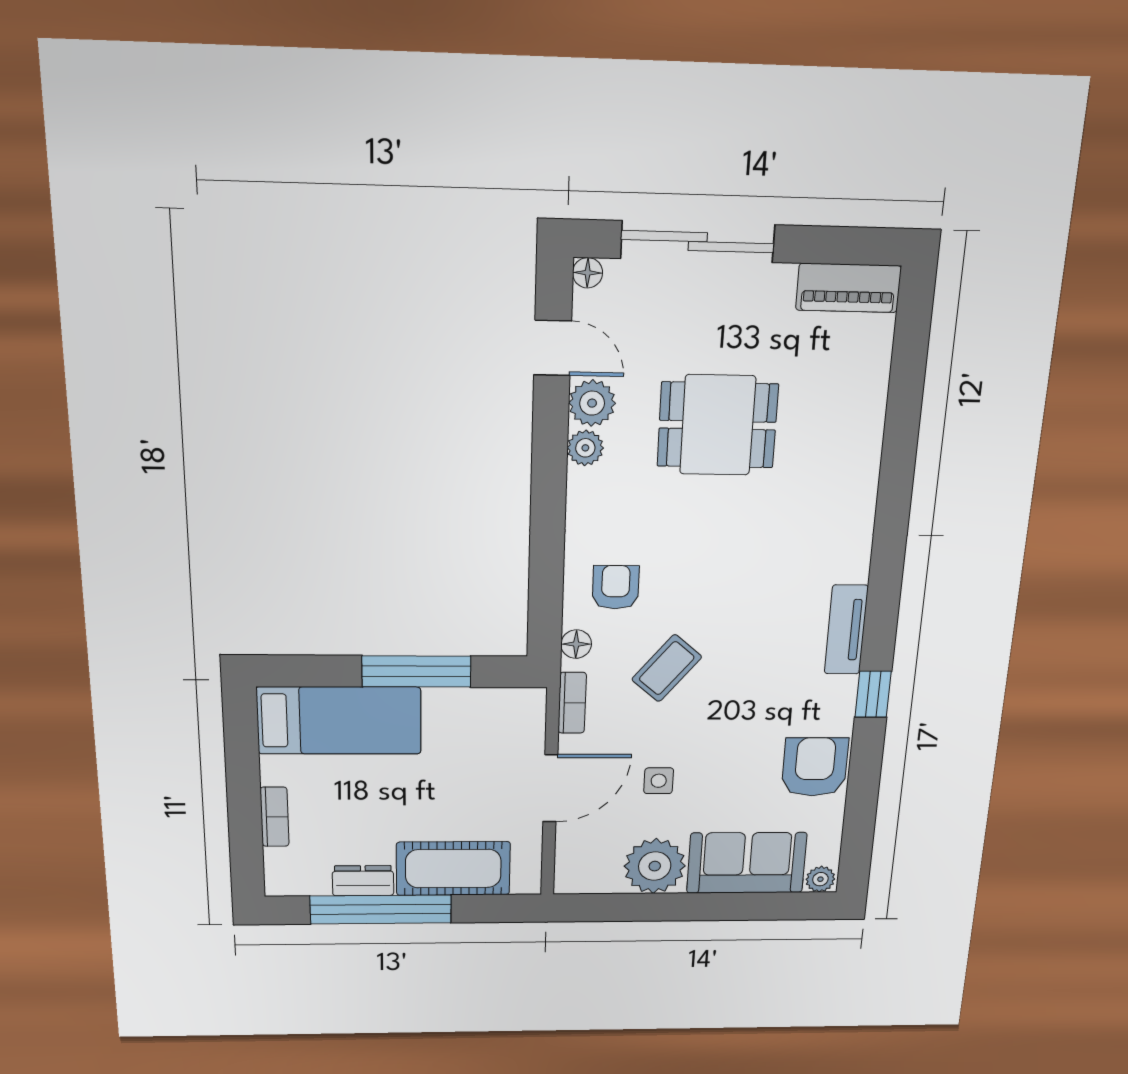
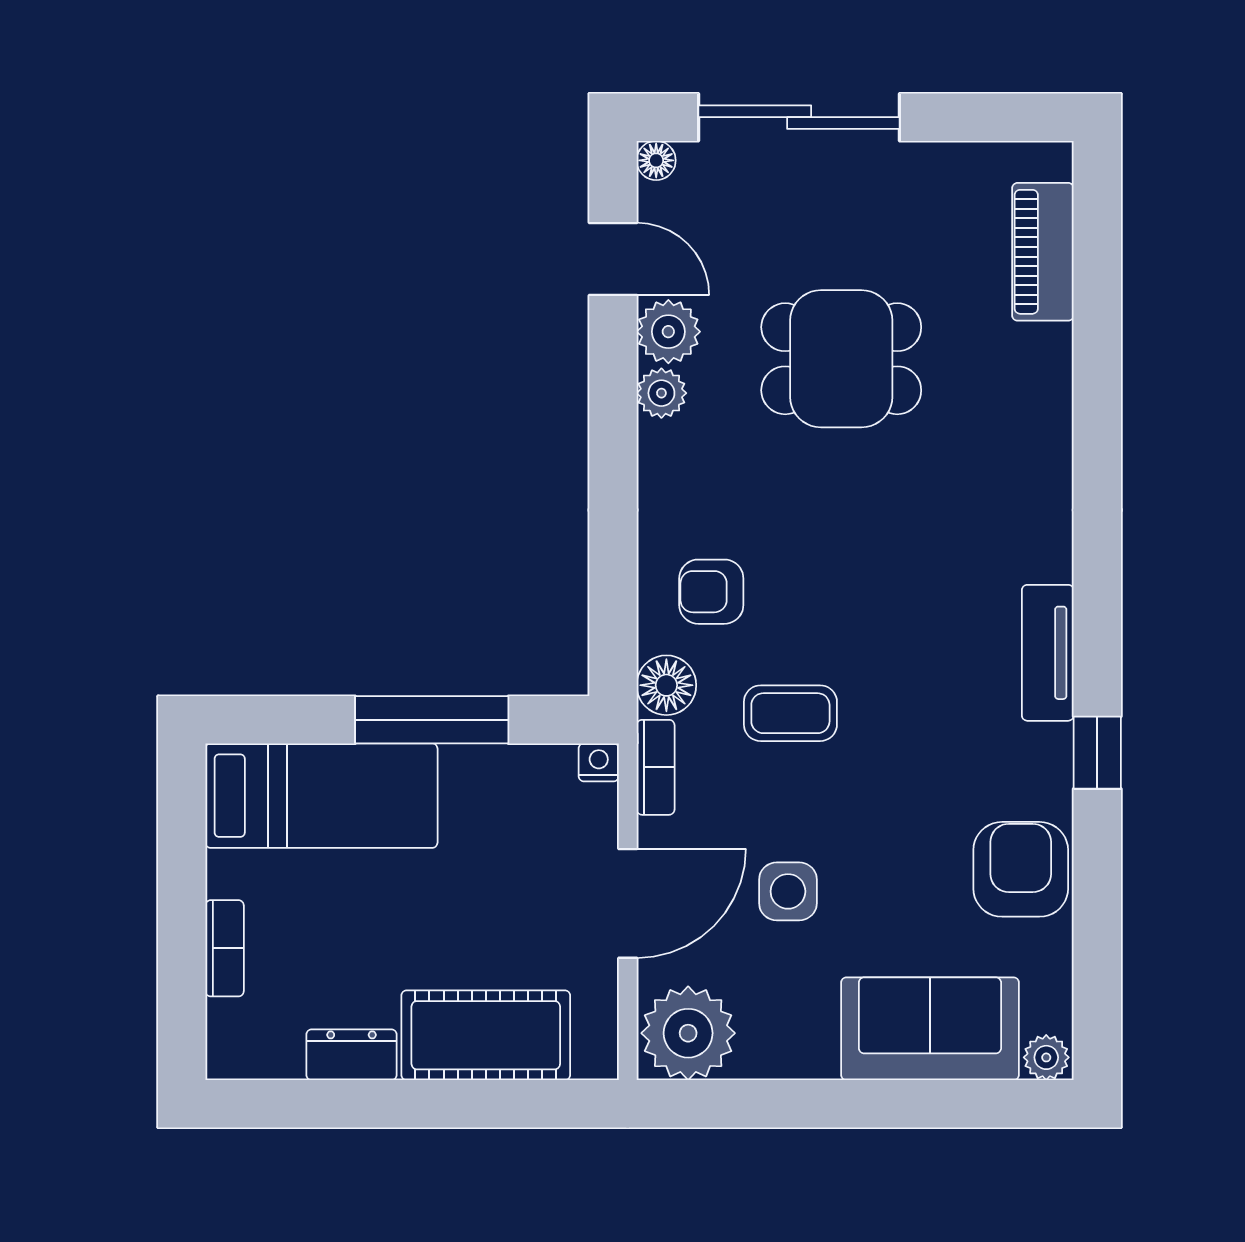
piano: (848, 288) -> (1043, 252), moved, turned 90
armchair: (616, 587) -> (711, 592), turned -90
floor lamp: (576, 644) -> (666, 685), width x1.37, depth x1.37
coffee table: (667, 668) -> (790, 713), turned 50
nightstand: (533, 699) -> (599, 762), added
side table: (659, 781) -> (788, 891), width x1.37, depth x1.37
plant: (655, 866) -> (688, 1033), moved
window: (381, 909) -> (377, 1104), removed

